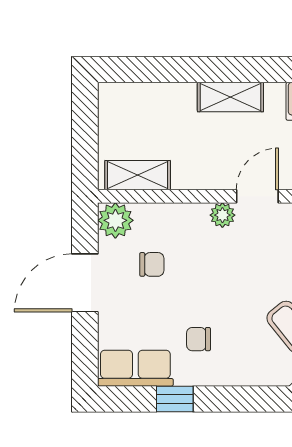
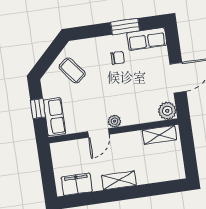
chair: (152, 264) -> (146, 92), removed
window: (175, 399) -> (125, 26), width x1.50

